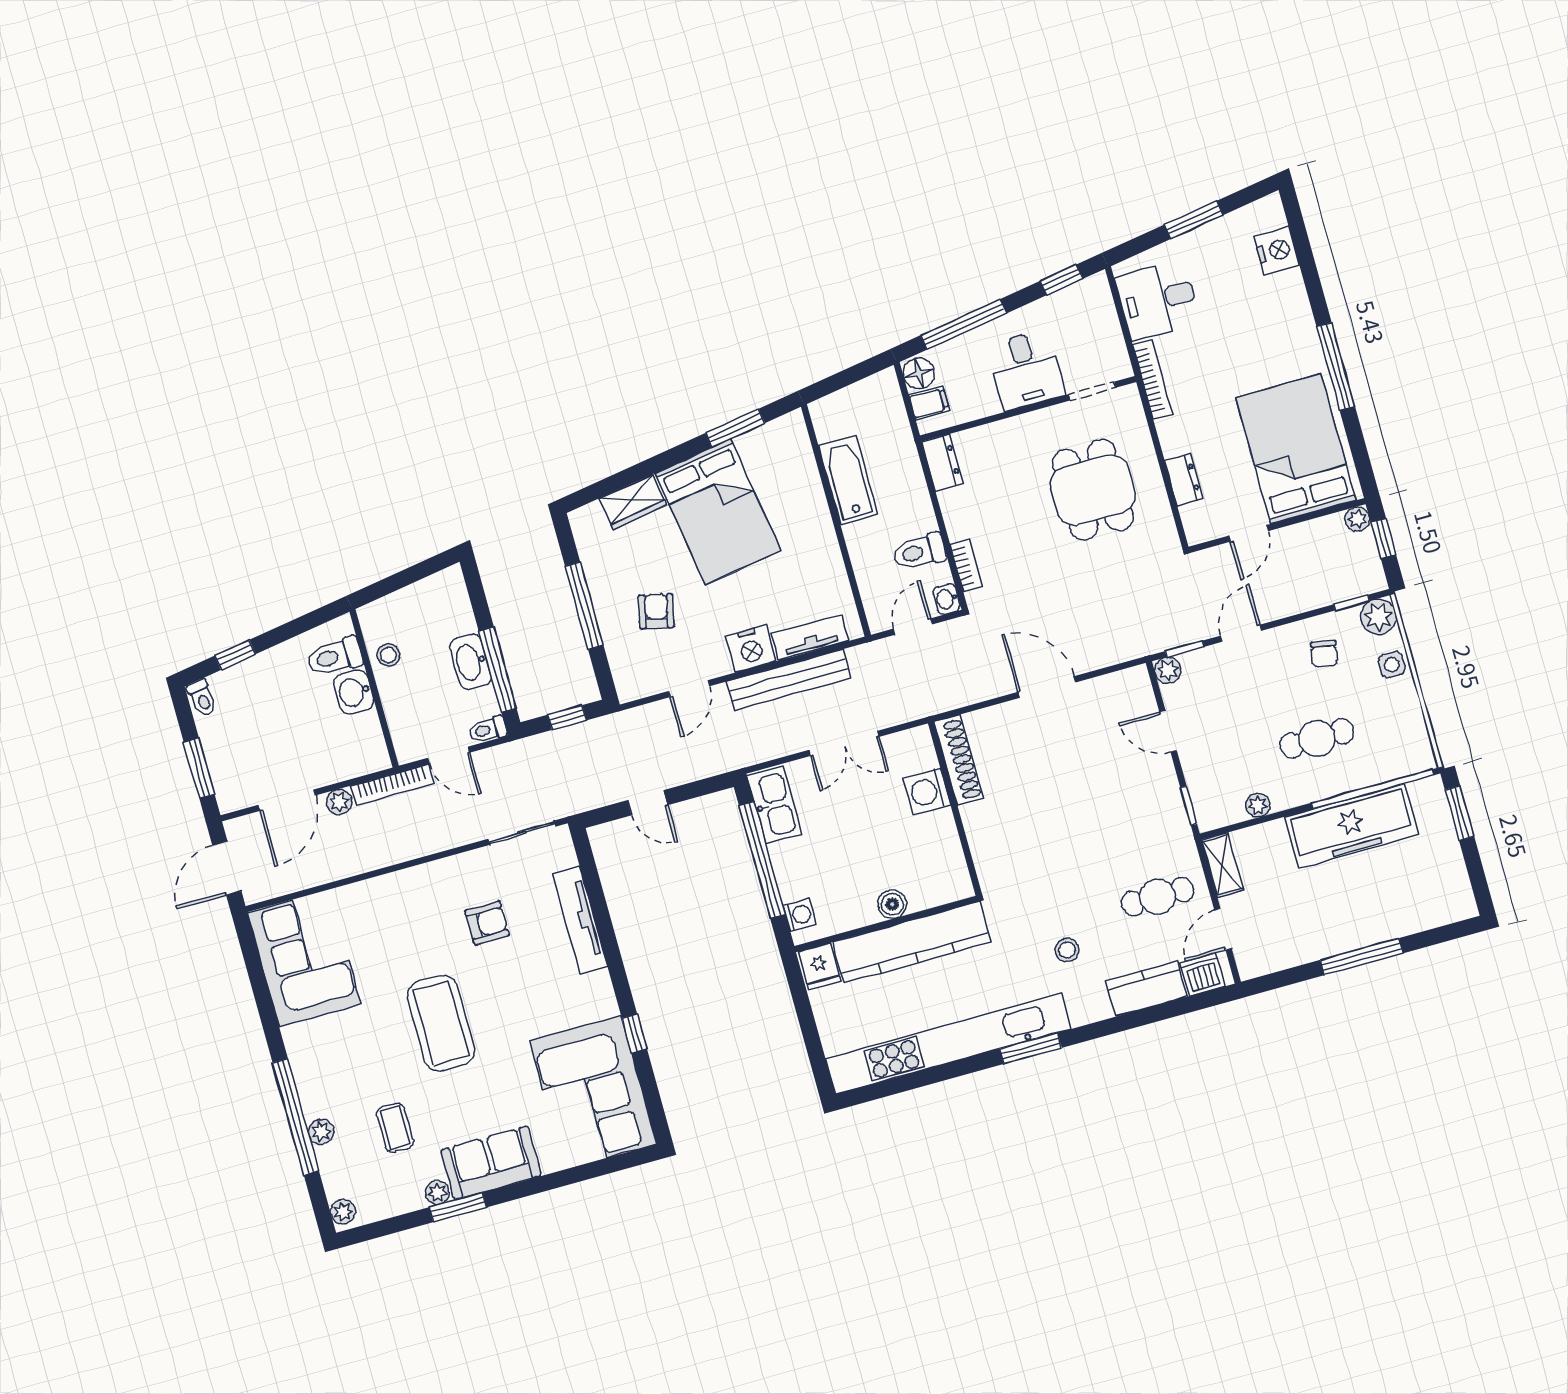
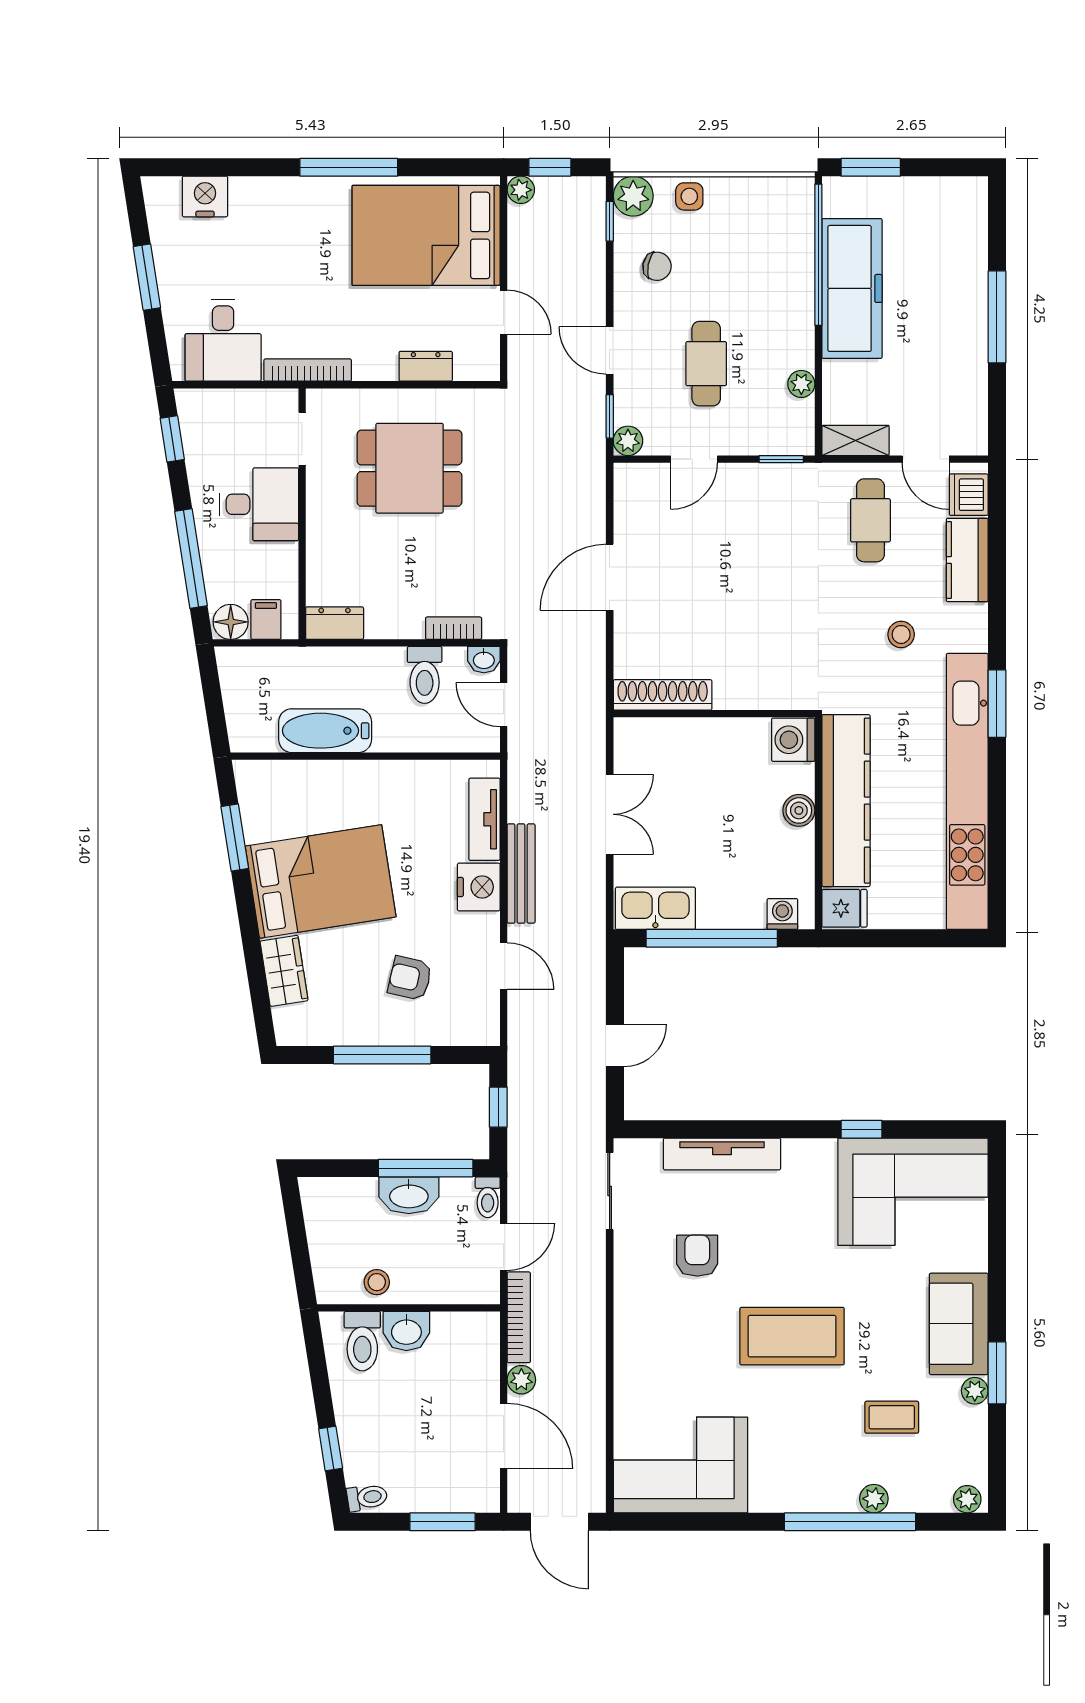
bench: (789, 680) -> (521, 874), width x0.73, depth x0.82
cafe table: (1317, 738) -> (706, 364), moved
washing machine: (927, 792) -> (793, 740), moved, turned 90

